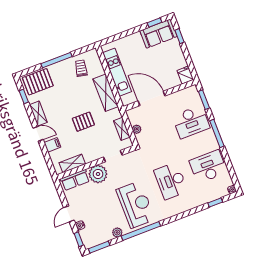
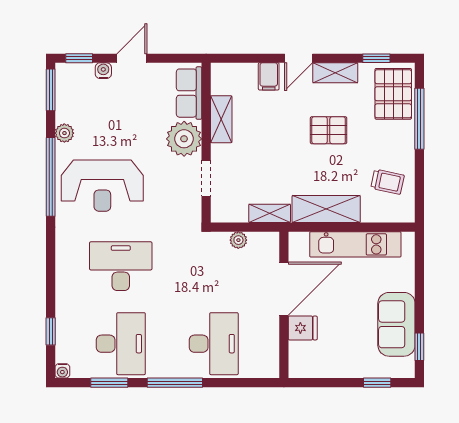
sofa: (158, 34) -> (396, 324), moved
window: (56, 60) -> (419, 119), moved
fridge: (185, 75) -> (303, 328), moved
window: (204, 100) -> (109, 383), moved
pallet: (83, 122) -> (329, 130), moved, turned 90
desk: (191, 122) -> (214, 344), turned 180
shelving: (122, 129) -> (270, 213), moved
shelving: (72, 163) -> (221, 119), moved
door: (69, 214) -> (132, 58), hinge flipped

